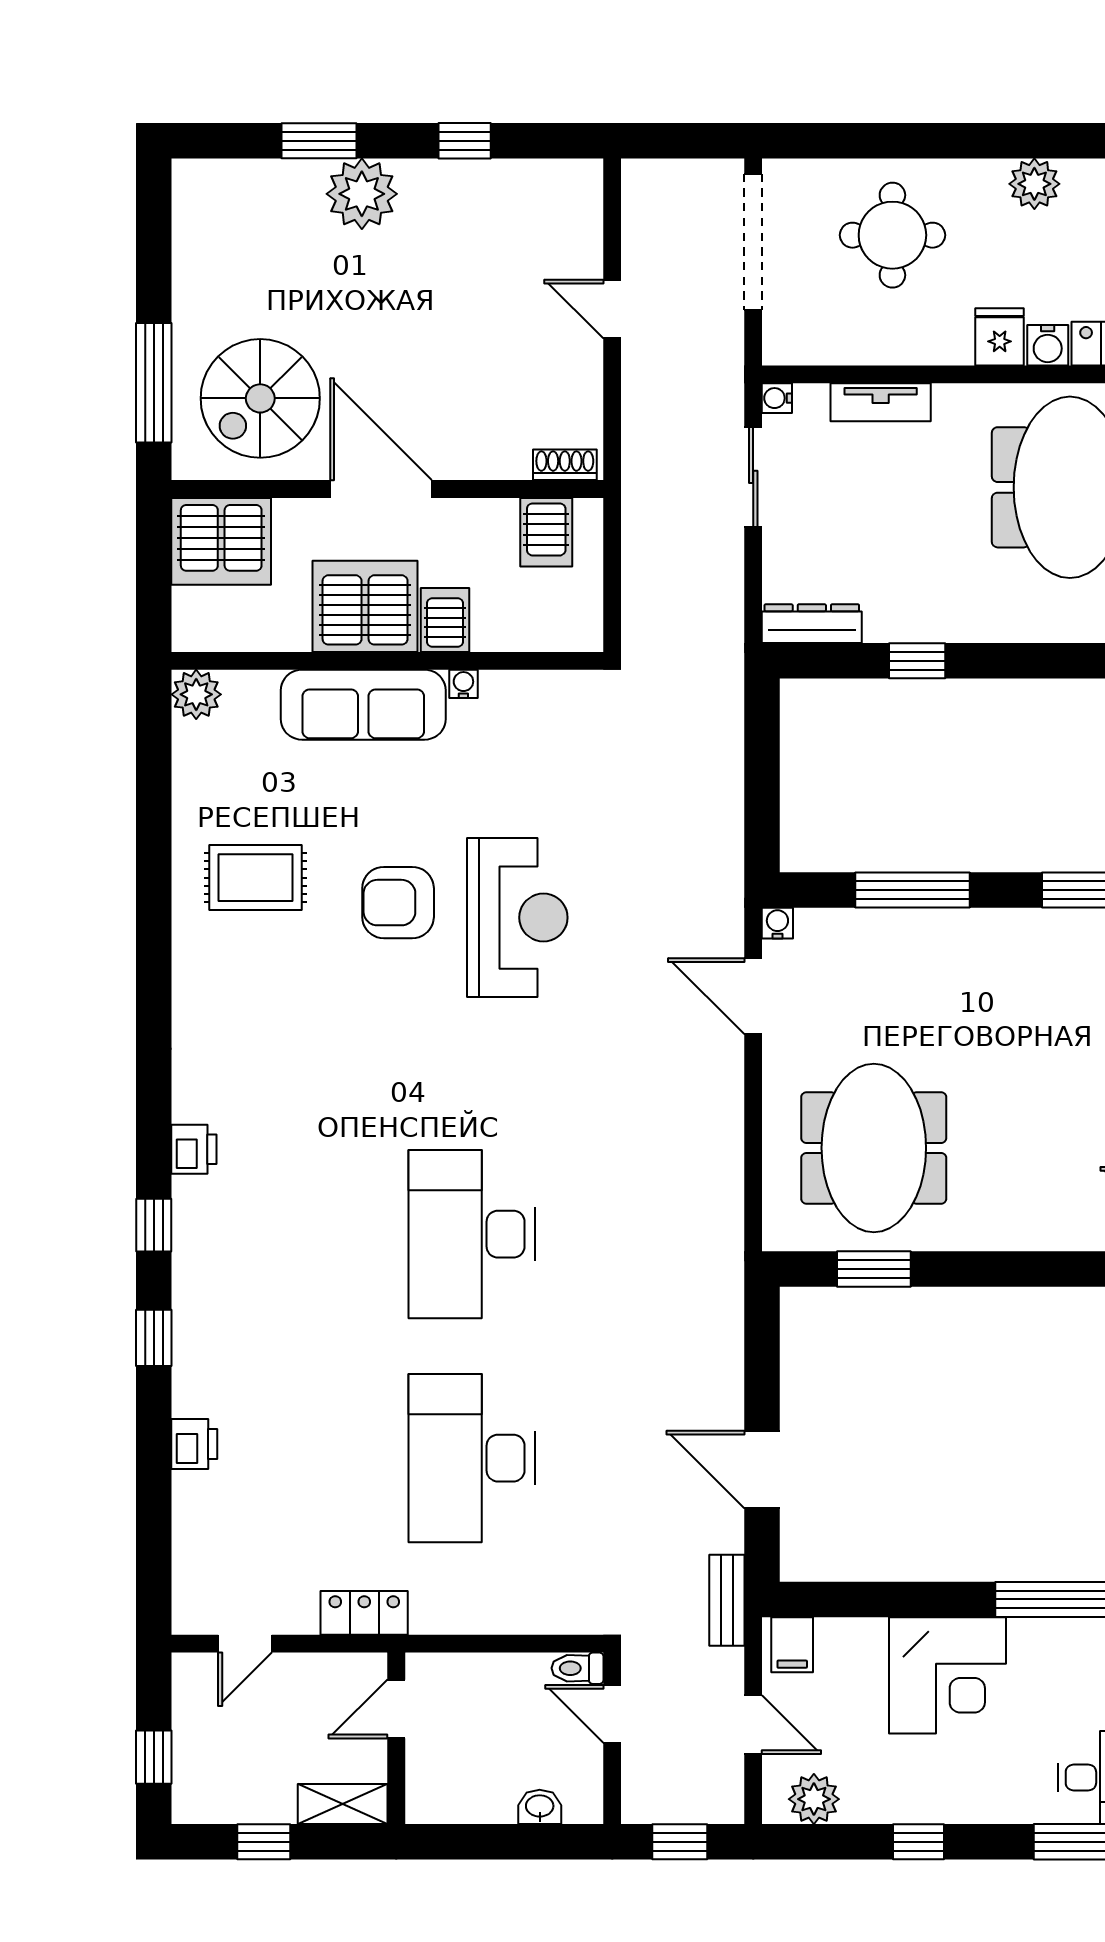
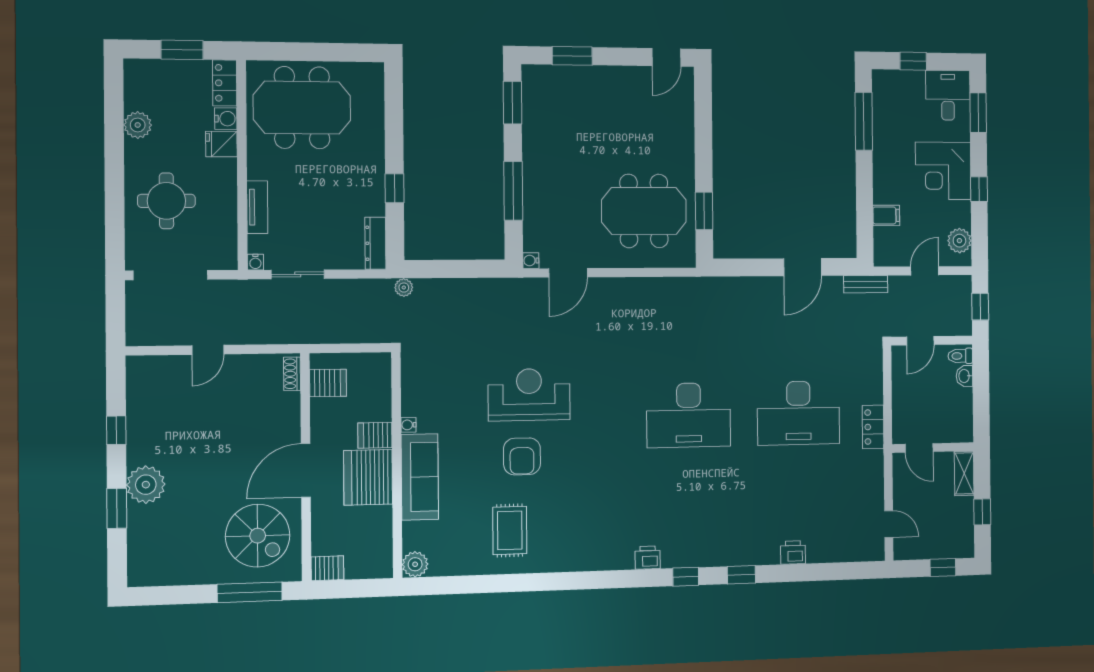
server rack: (221, 541) -> (327, 568), width x0.46, depth x0.70
plant: (727, 677) -> (404, 288), added
locker: (364, 1613) -> (873, 427), moved
filing cabinet: (792, 1645) -> (886, 215), moved
toilet: (578, 1668) -> (960, 356), moved, turned 90
corner desk: (947, 1675) -> (943, 171), moved, turned 180

